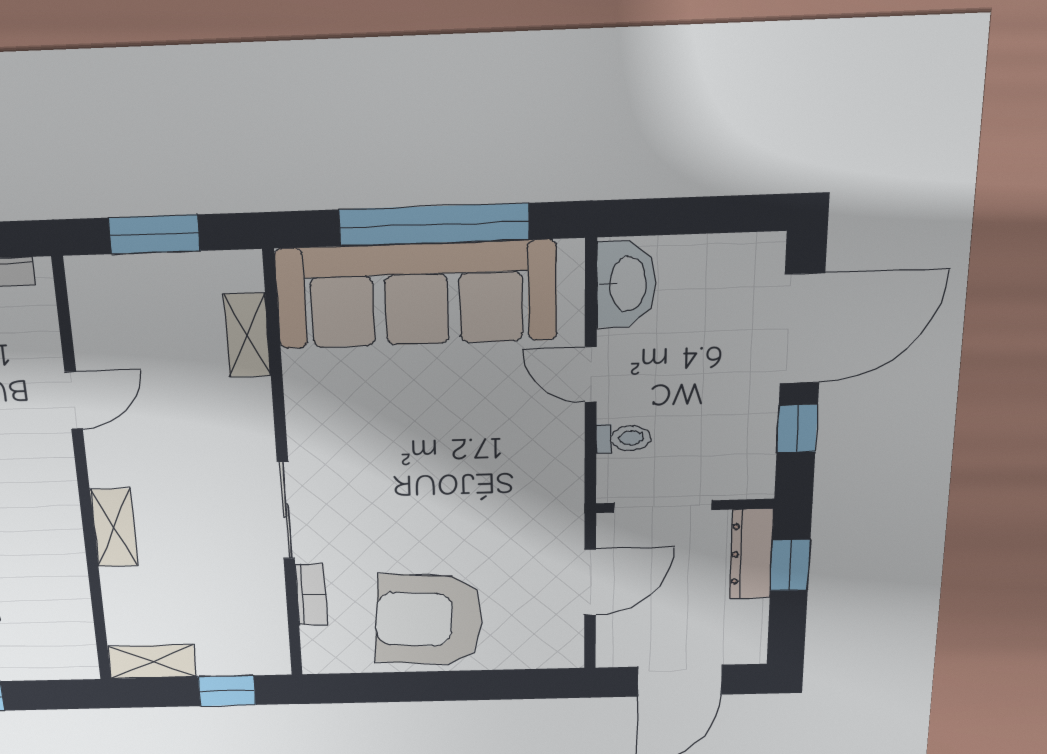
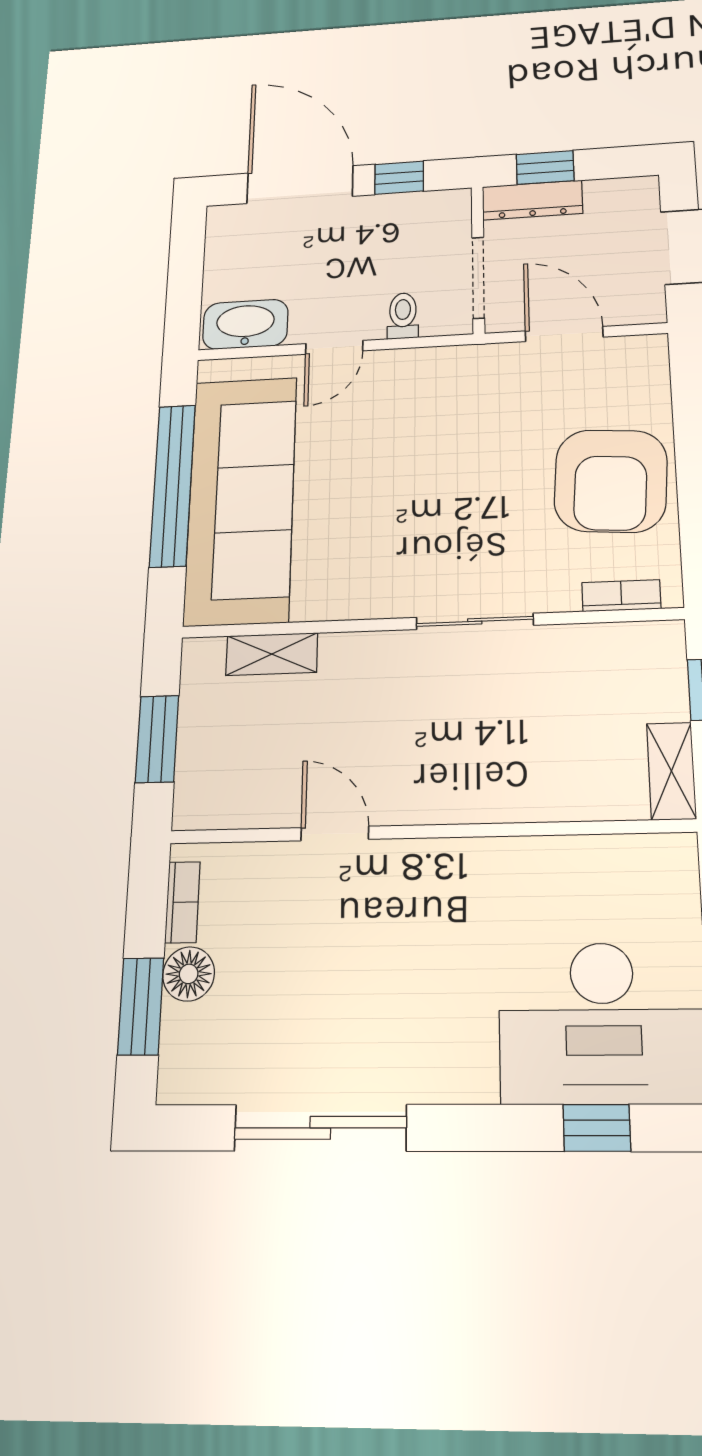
shelving: (114, 528) -> (493, 802), removed
bookcase: (311, 594) -> (621, 596), moved

